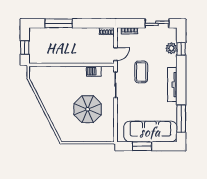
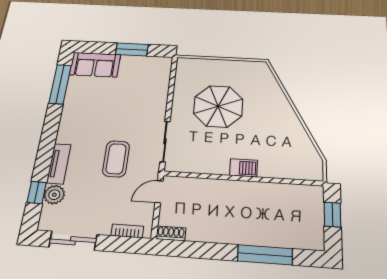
barbecue: (94, 71) -> (244, 168), moved
tv unit: (172, 85) -> (59, 164), moved, width x0.71
sofa: (150, 132) -> (95, 65), width x0.54, depth x0.79

